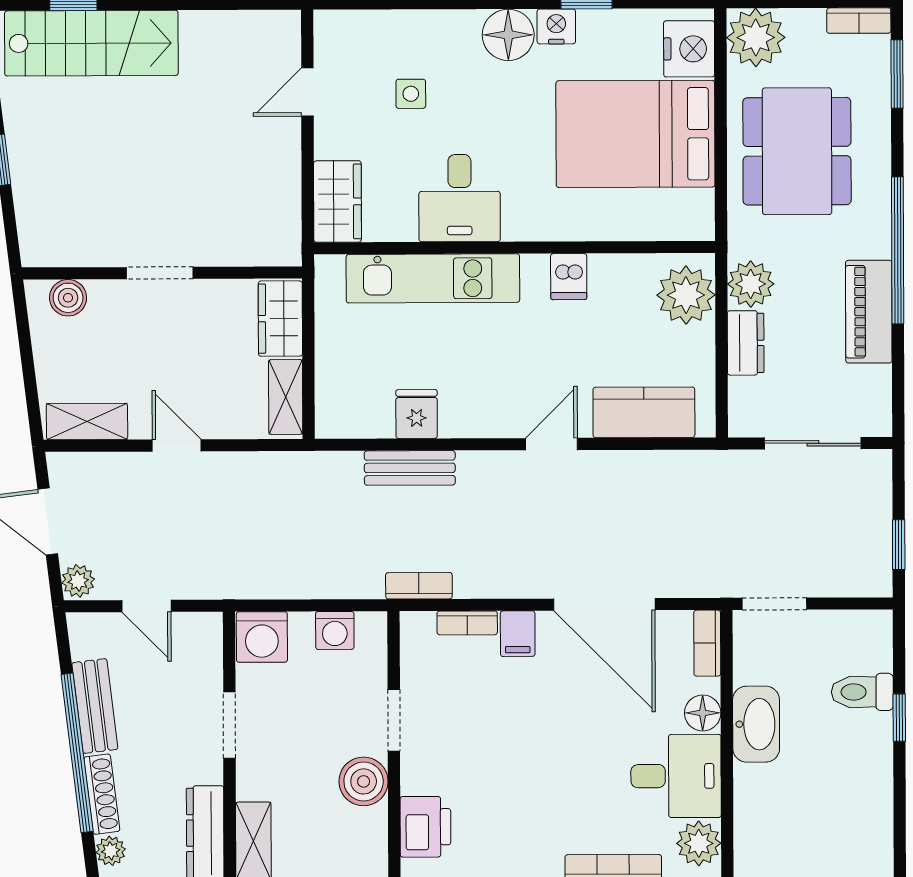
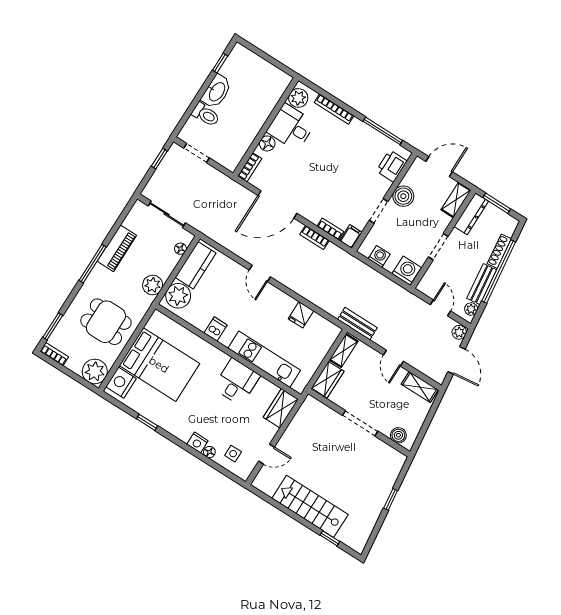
nightstand: (556, 26) -> (197, 443), moved
floor lamp: (508, 35) -> (209, 452), moved, width x0.53, depth x0.53
stairs: (91, 43) -> (310, 506), moved
side table: (411, 94) -> (233, 454), moved
dining table: (797, 151) -> (106, 322), width x0.73
window: (898, 250) -> (93, 264), width x0.68
doorway: (160, 273) -> (360, 423), width x1.38
dresser: (746, 343) -> (168, 265), removed
floor lamp: (741, 392) -> (180, 249), added
kitchen counter: (644, 412) -> (196, 265), moved, turned -90
door: (551, 444) -> (260, 273), hinge flipped
bench: (410, 468) -> (357, 324), moved
bookcase: (419, 586) -> (314, 238), moved
door: (604, 604) -> (277, 204), swing flipped
doorway: (774, 604) -> (197, 153), moved
filing cabinet: (518, 634) -> (351, 237), moved
window: (899, 718) -> (220, 63), moved
washbasin: (756, 724) -> (217, 91), moved, turned 180
plant: (111, 851) -> (471, 309), moved

